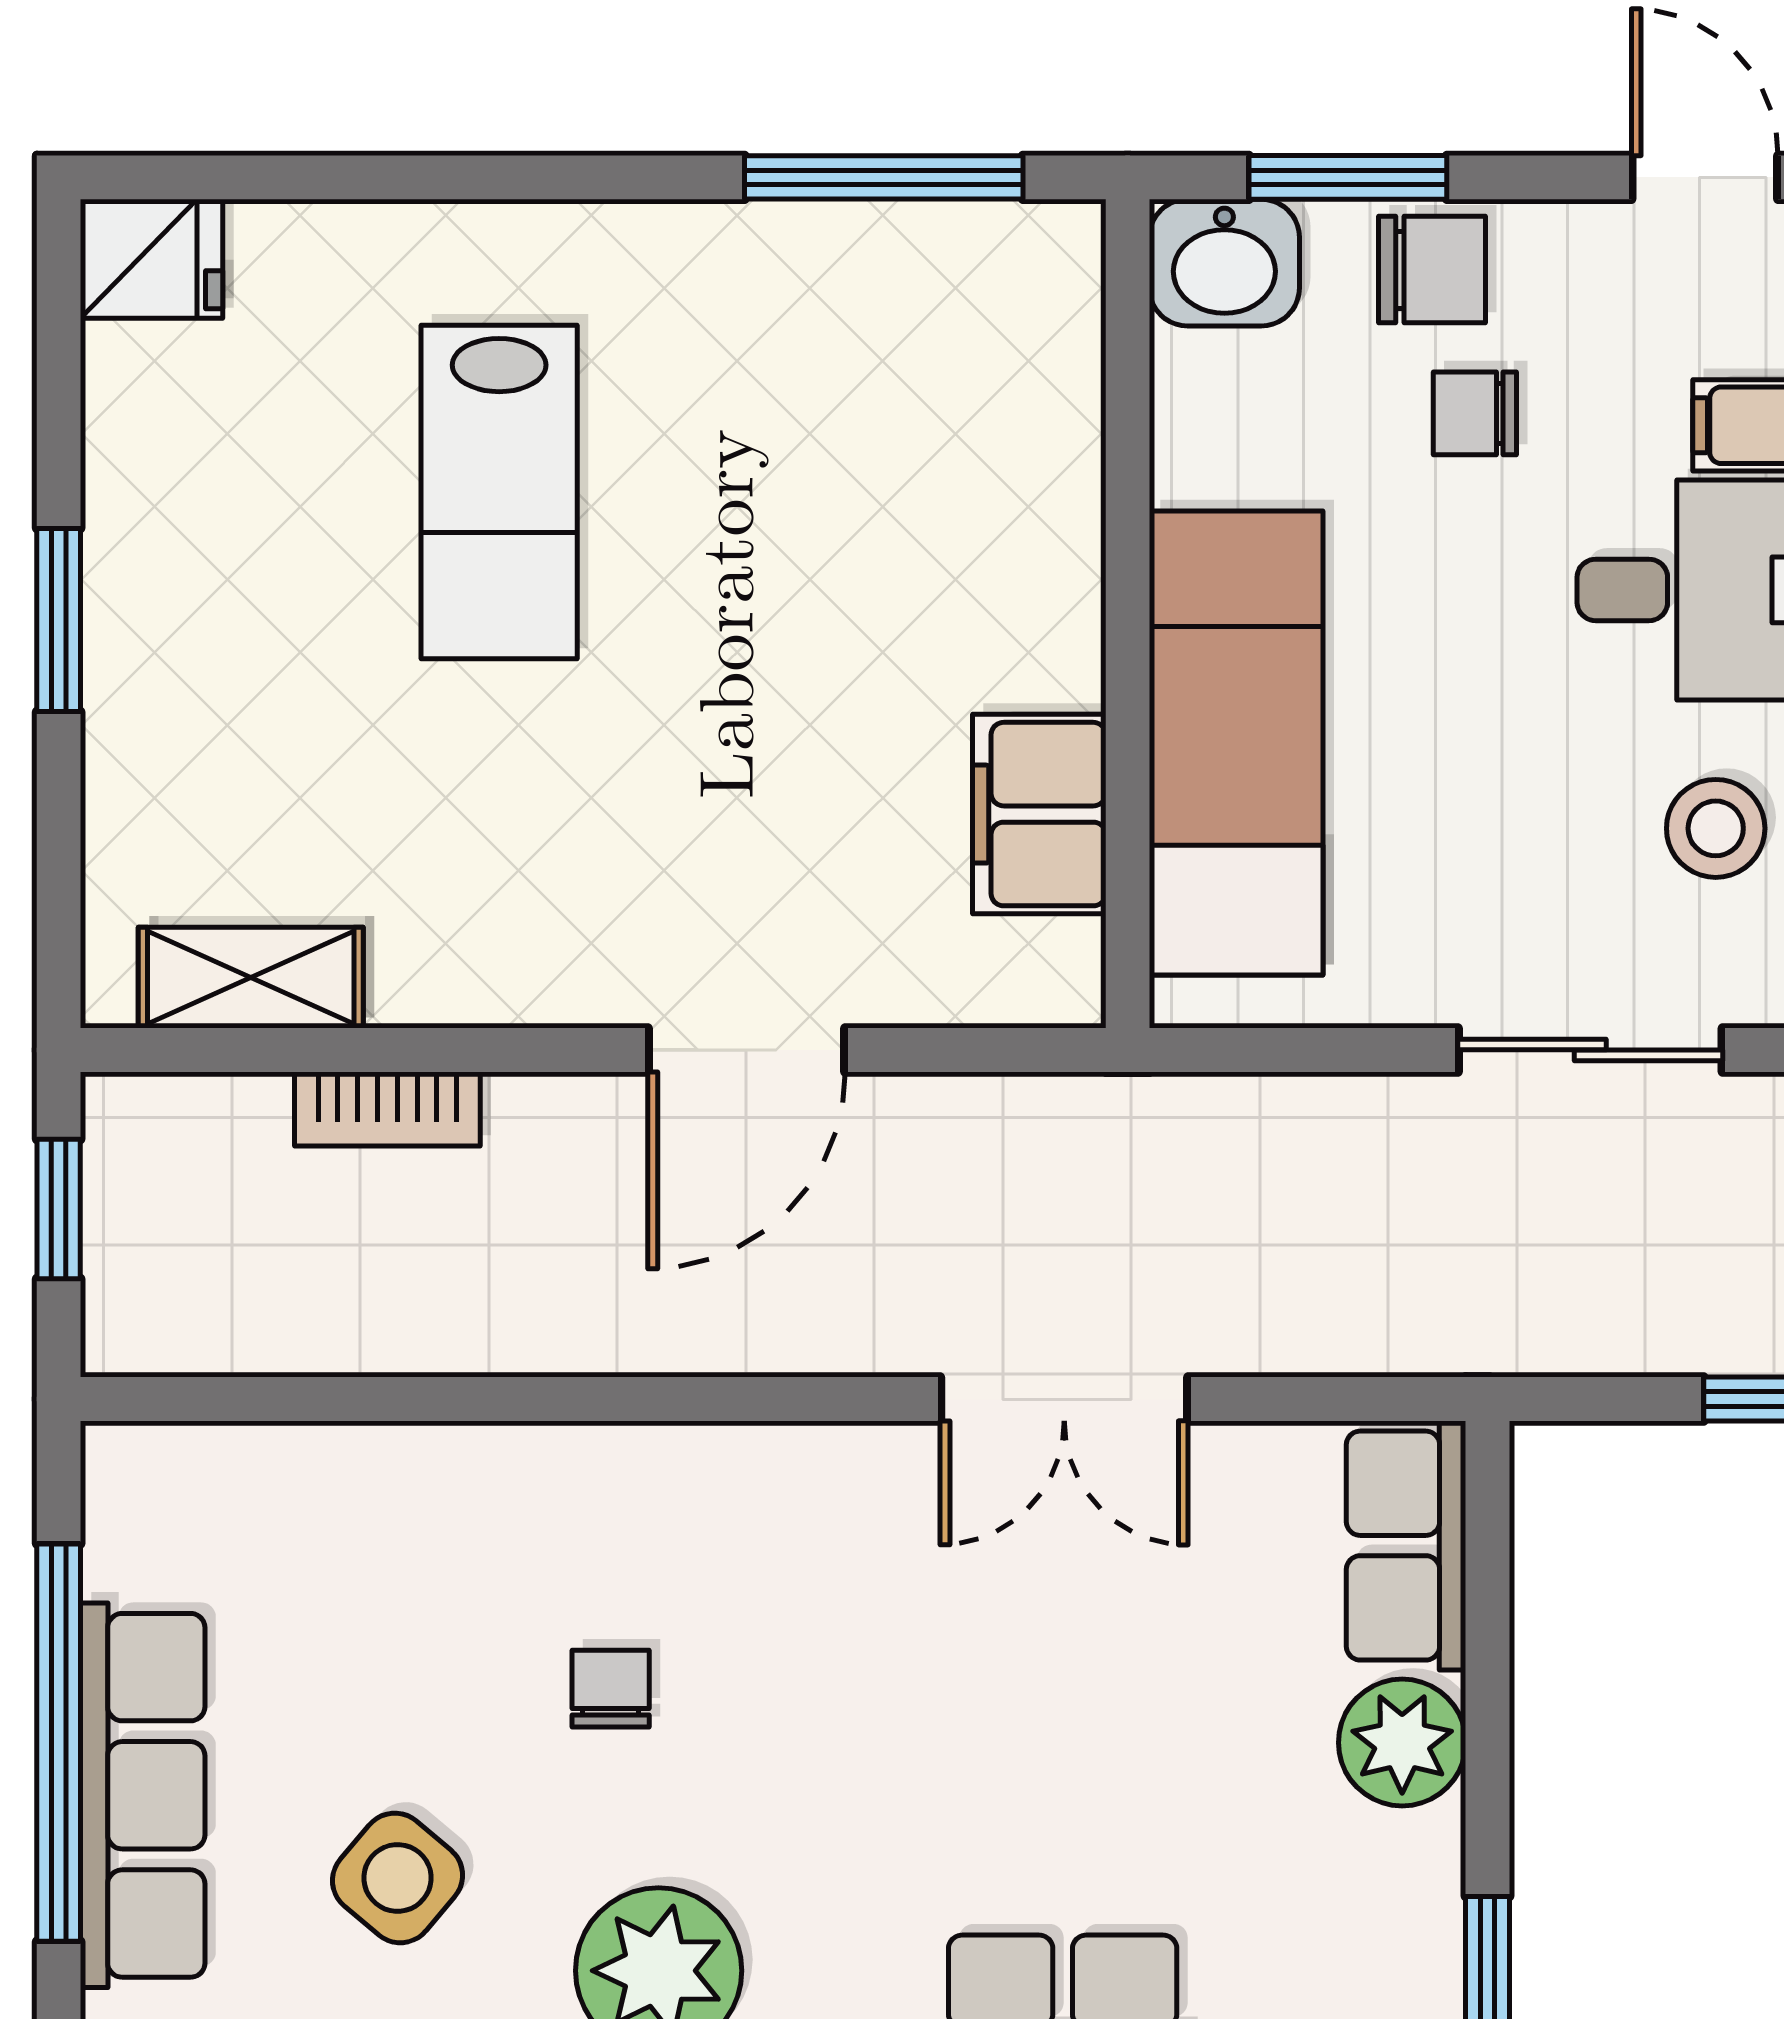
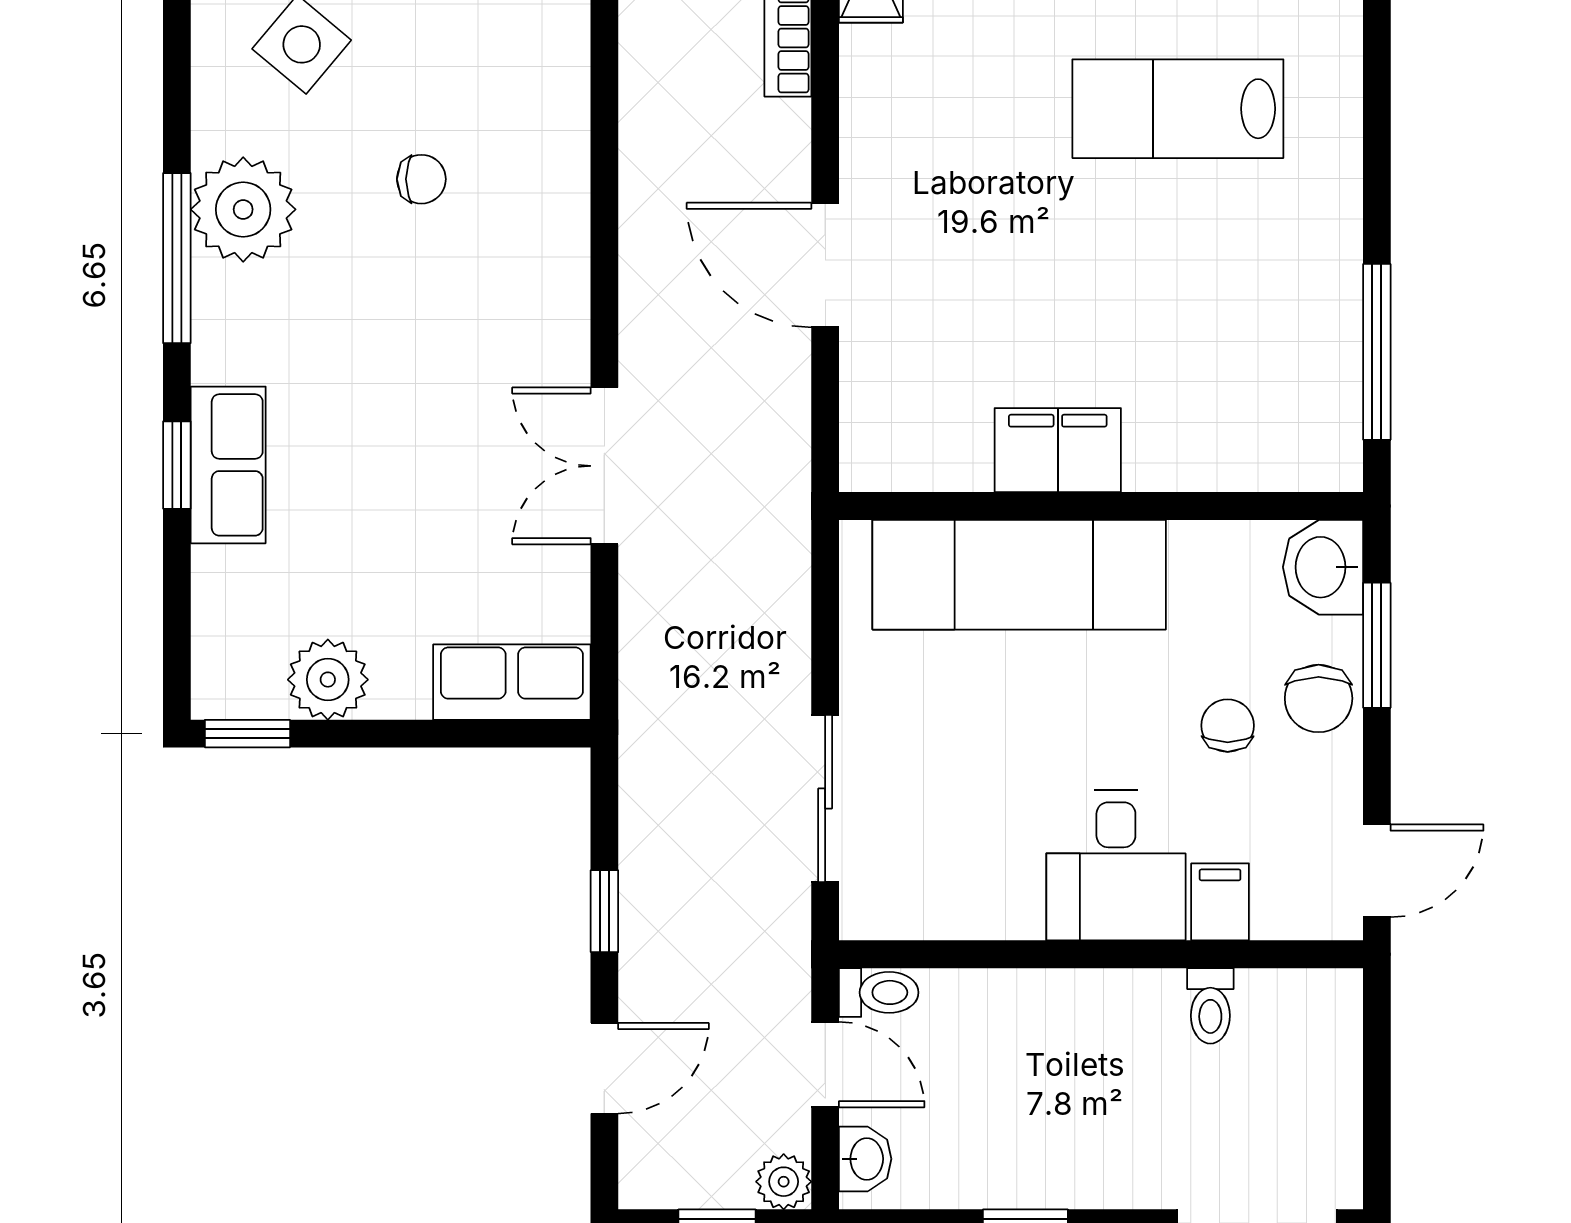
filing cabinet: (1039, 814) -> (1058, 450), moved
stool: (1716, 828) -> (965, 878), removed
plant: (1402, 1743) -> (328, 680), moved

